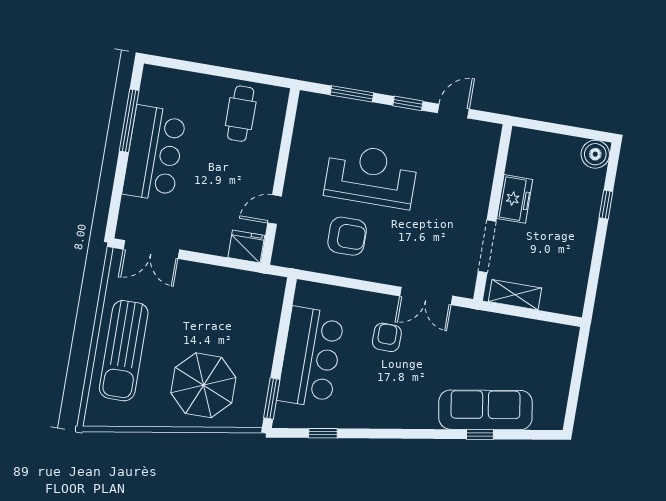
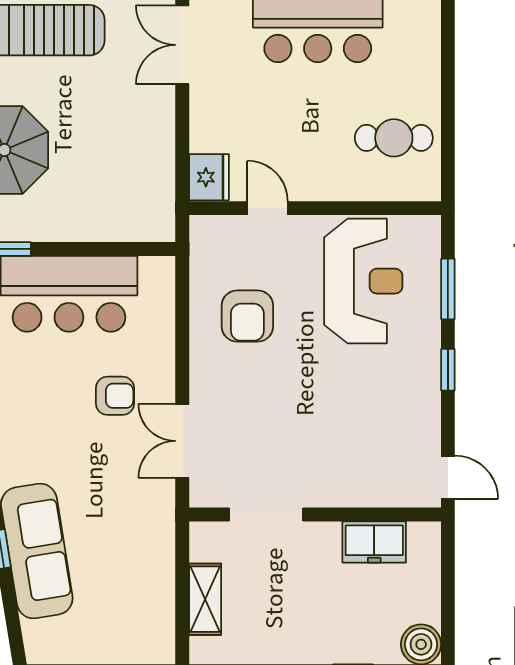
door: (453, 111) -> (448, 477), moved
reception desk: (371, 176) -> (363, 281), moved
freezer: (515, 199) -> (374, 542), moved
shelving: (515, 295) -> (205, 599), moved

